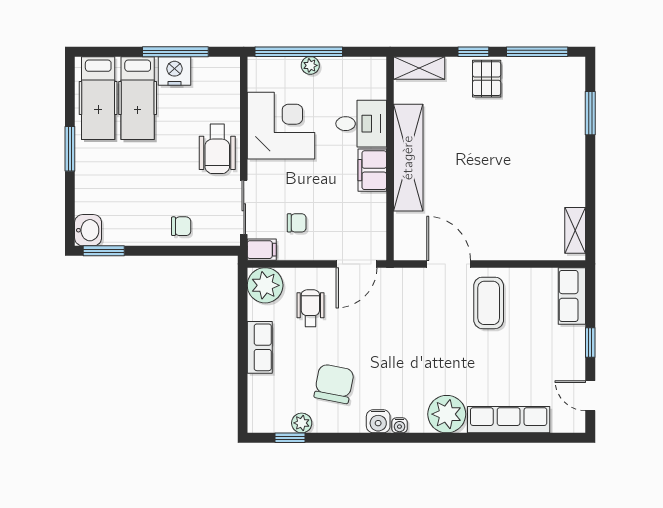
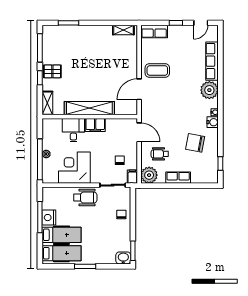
plant: (302, 423) -> (214, 158), removed

